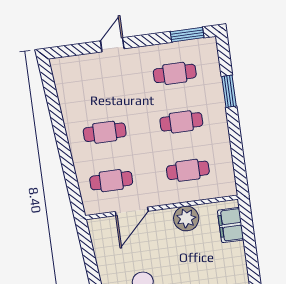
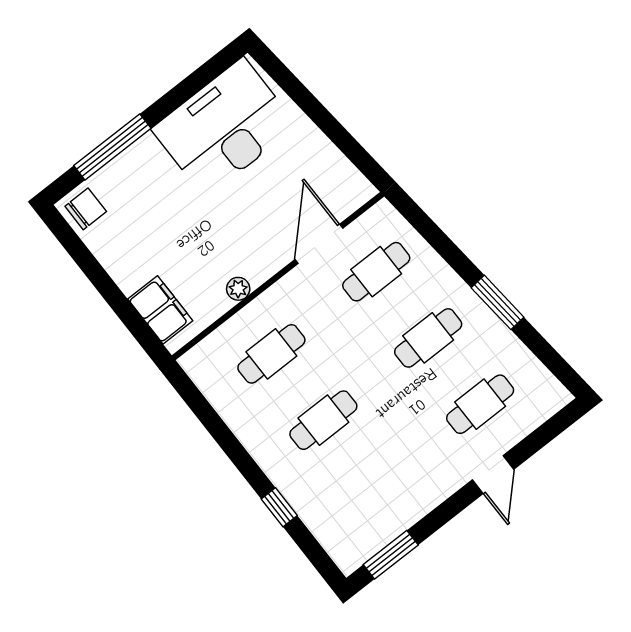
cafe table: (175, 73) -> (480, 404), moved
window: (229, 91) -> (279, 507), width x0.67
window: (59, 130) -> (498, 302), added
plant: (186, 218) -> (238, 289), width x0.53, depth x0.53

